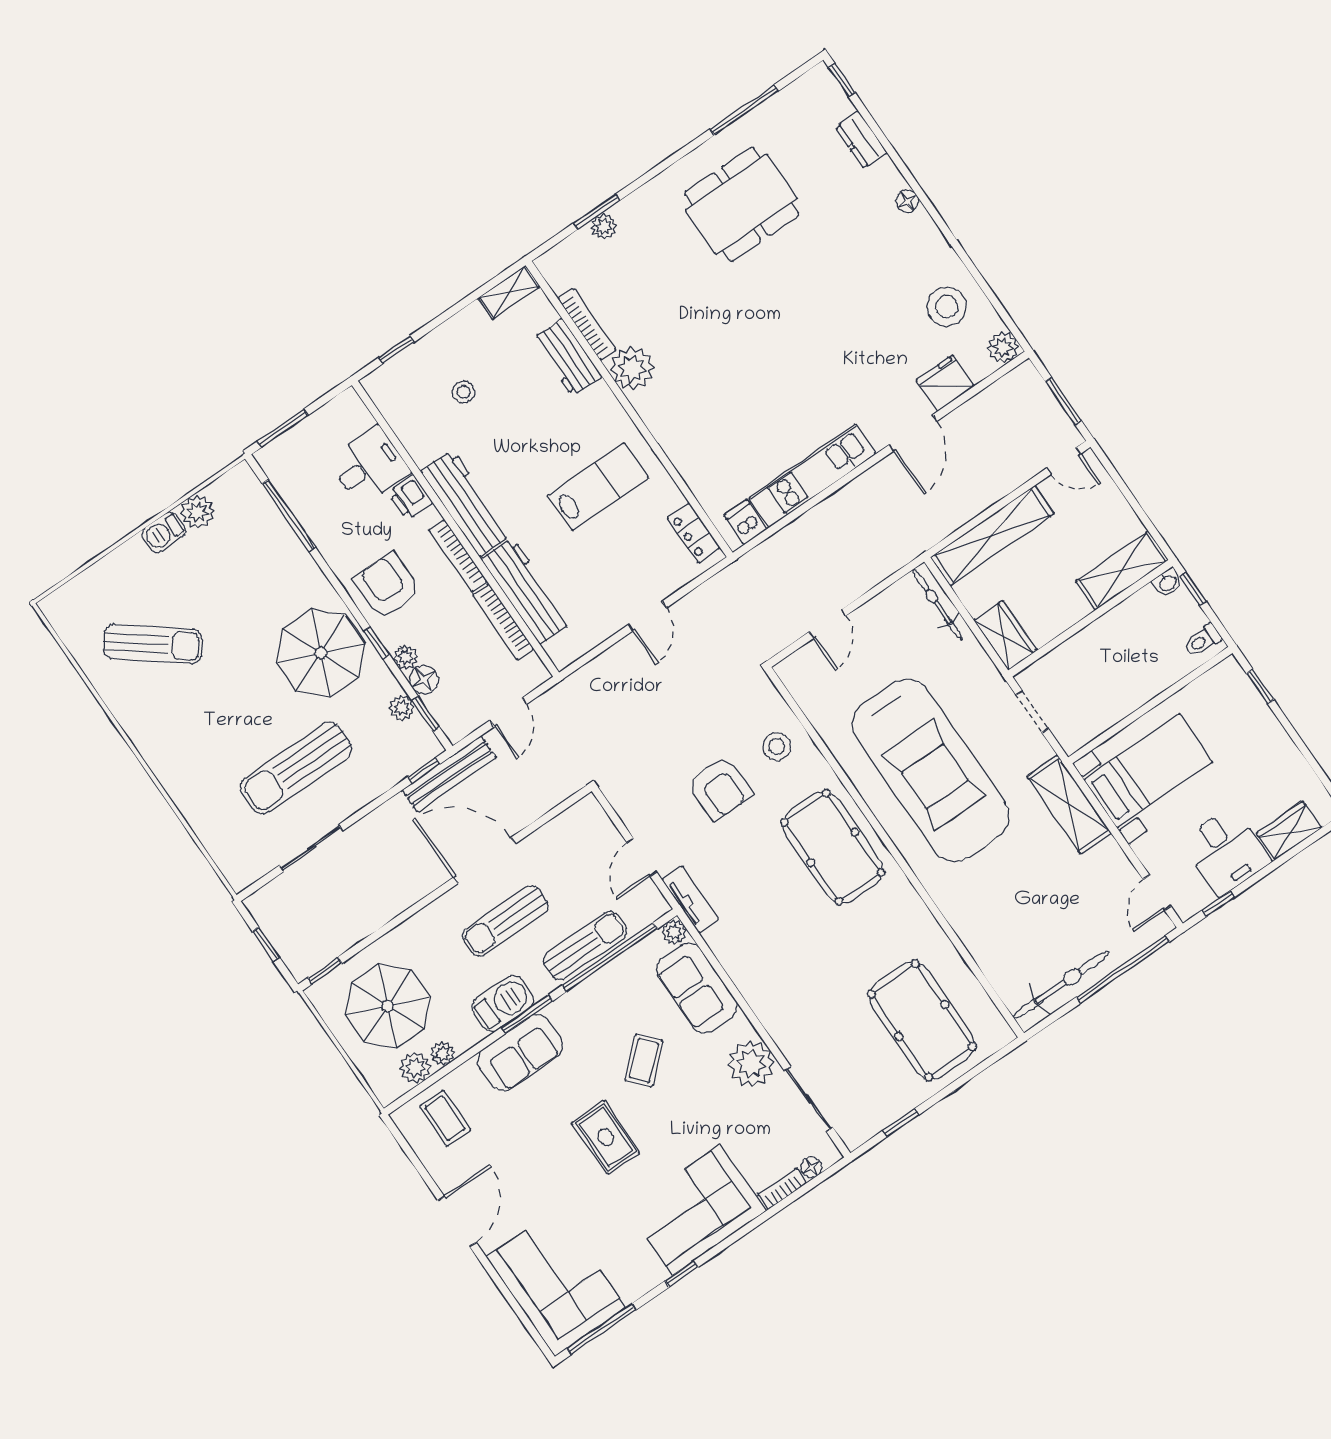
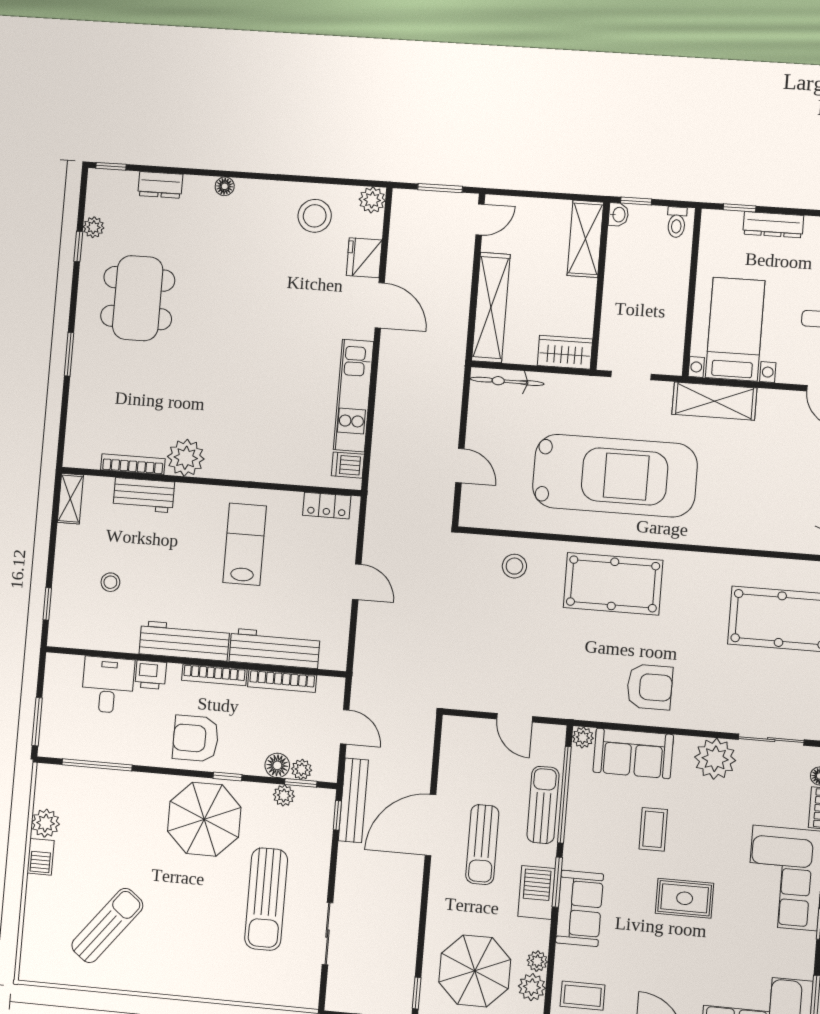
window: (744, 110) -> (78, 246), width x0.46
window: (597, 212) -> (69, 354), moved
plant: (604, 227) -> (94, 227), moved
plant: (406, 657) -> (302, 769), moved
dresser: (1269, 729) -> (773, 225), added
armchair: (720, 788) -> (650, 687), moved
tv unit: (690, 899) -> (570, 708), removed
coffee table: (644, 1060) -> (653, 829), turned 42

